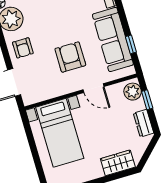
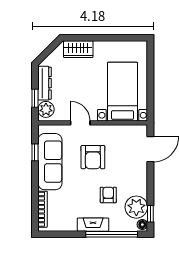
armchair: (23, 48) -> (108, 195), moved
dresser: (144, 123) -> (45, 83), width x1.44

